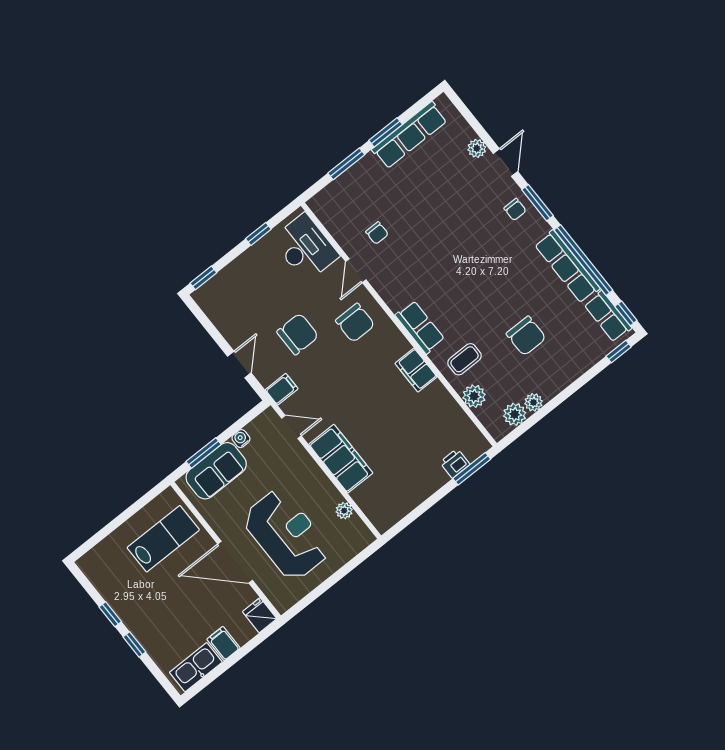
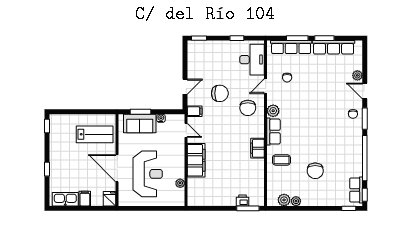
door: (505, 162) -> (365, 91), swing flipped
row of seats: (567, 267) -> (291, 47), moved, turned -90
plant: (474, 396) -> (273, 111), moved
window: (110, 614) -> (47, 126), moved

